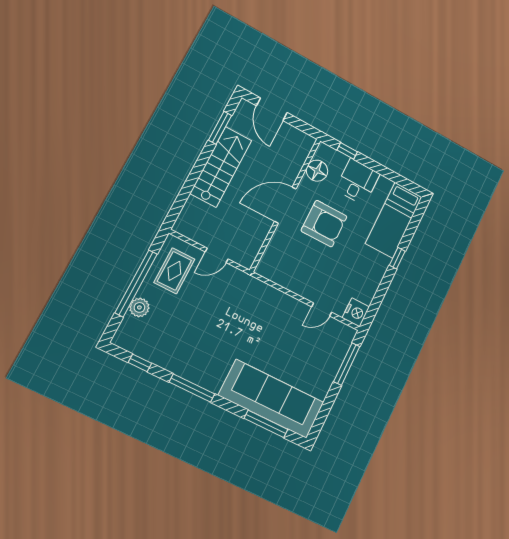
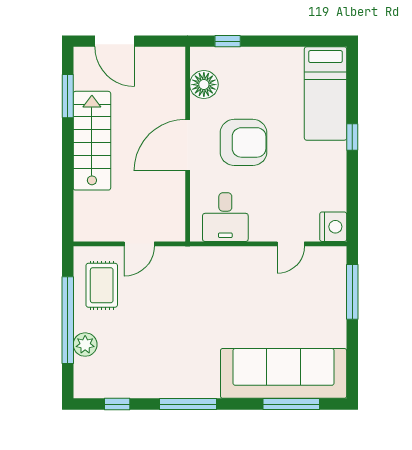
desk: (357, 182) -> (225, 217), moved, turned 180

